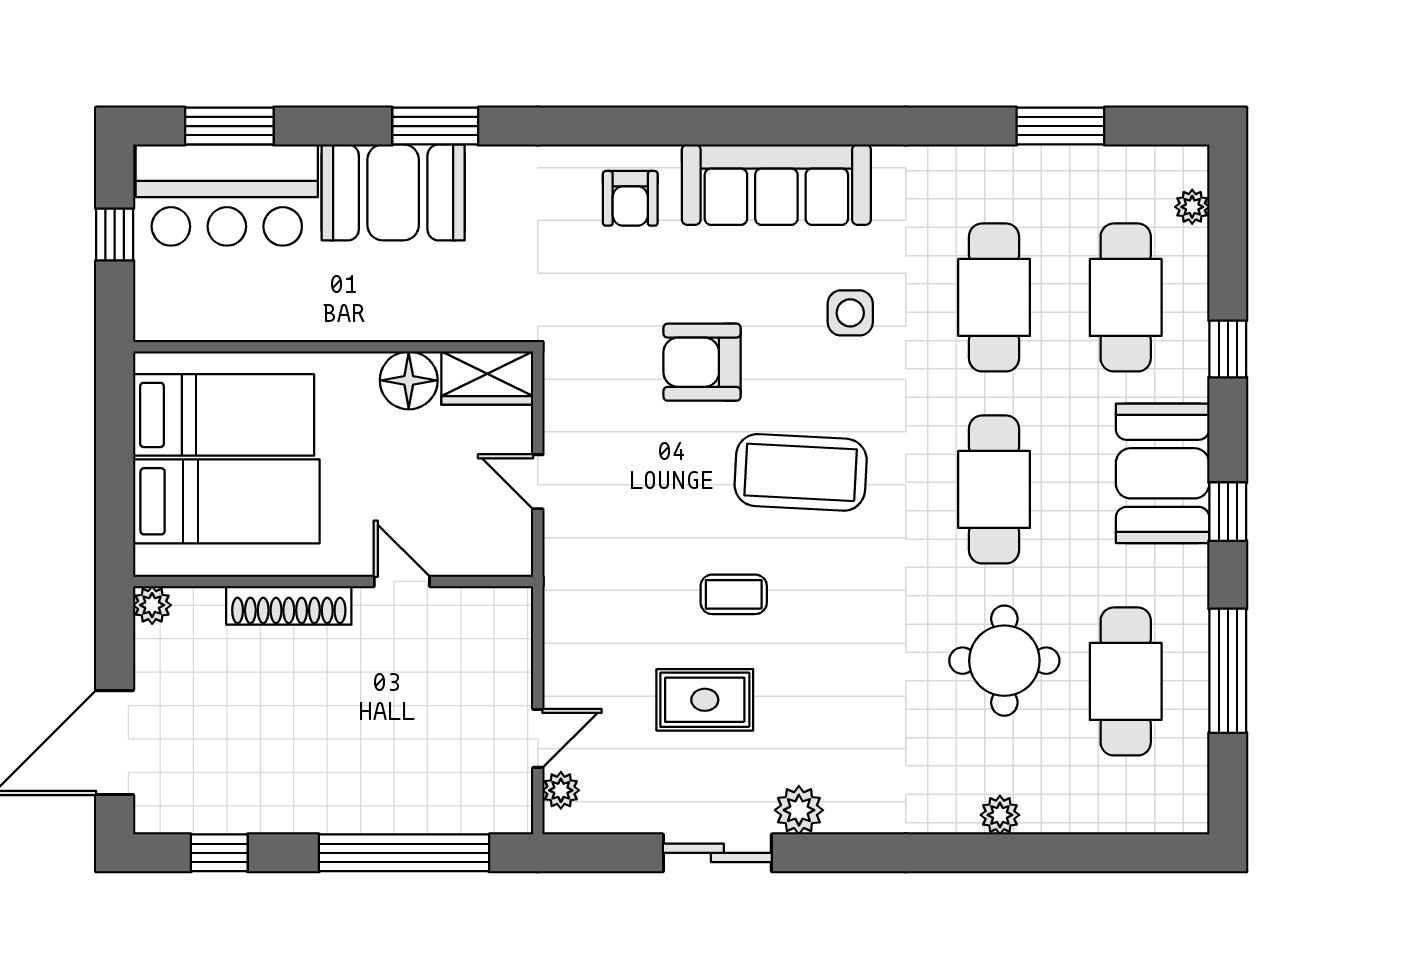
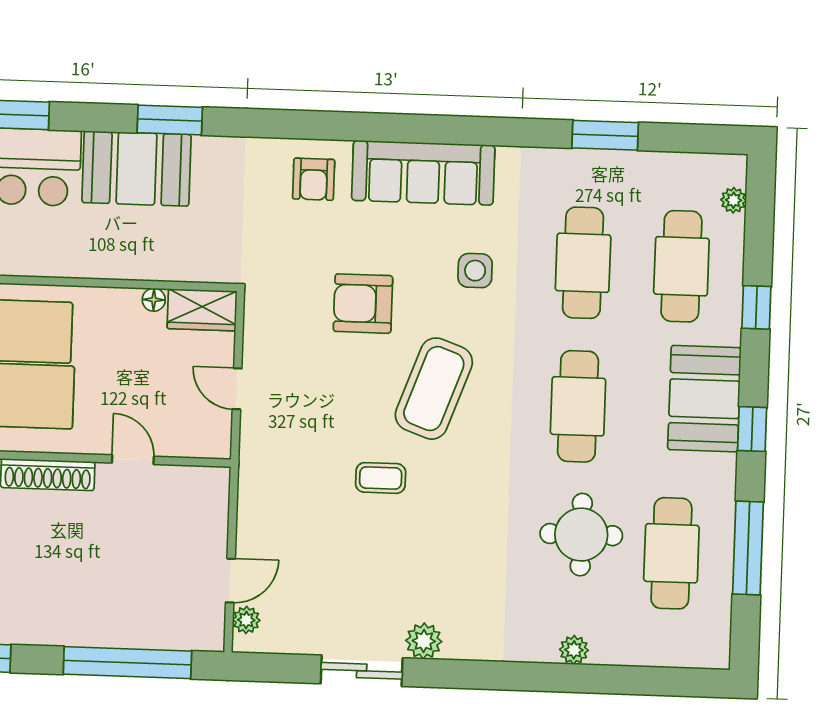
window: (1060, 126) -> (605, 135), moved
floor lamp: (409, 380) -> (154, 300), width x0.53, depth x0.53
coffee table: (801, 472) -> (434, 389), turned -73
rug: (705, 700) -> (356, 556), removed

